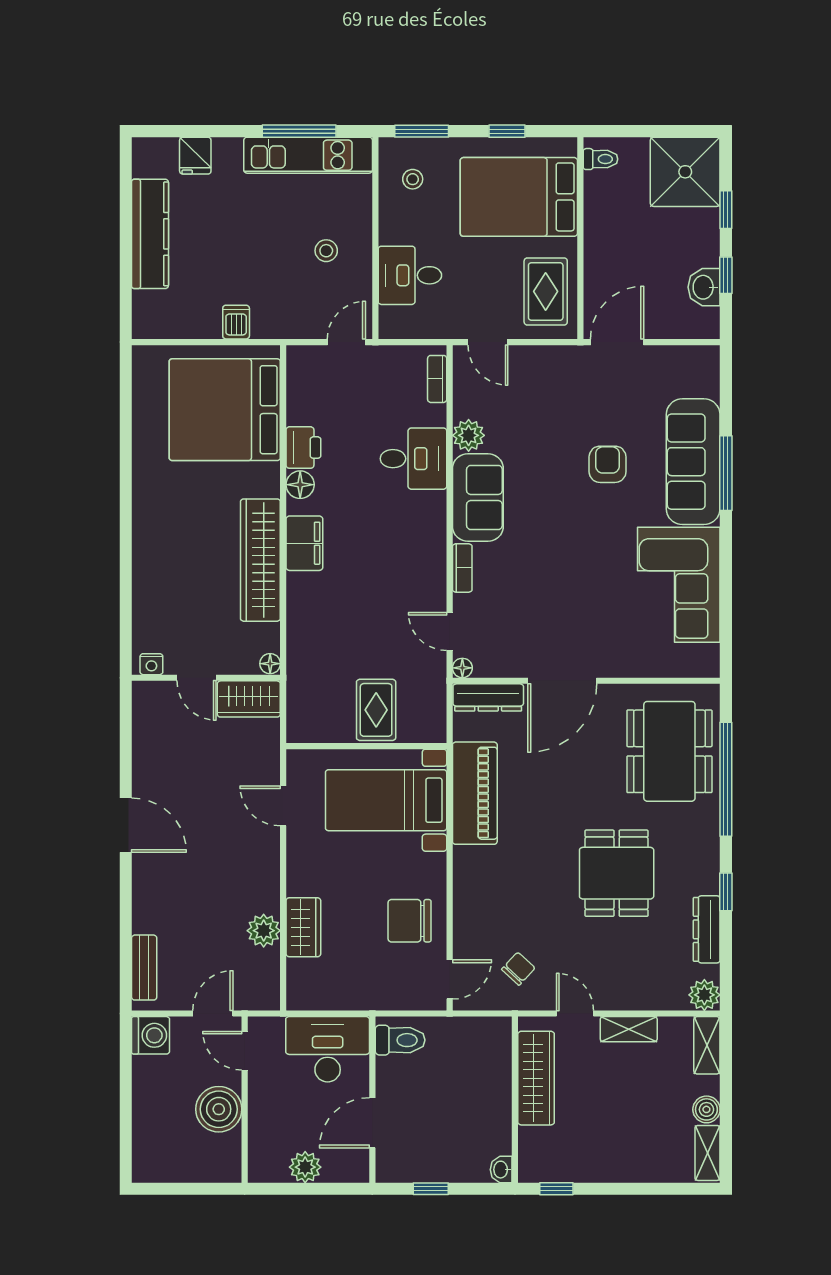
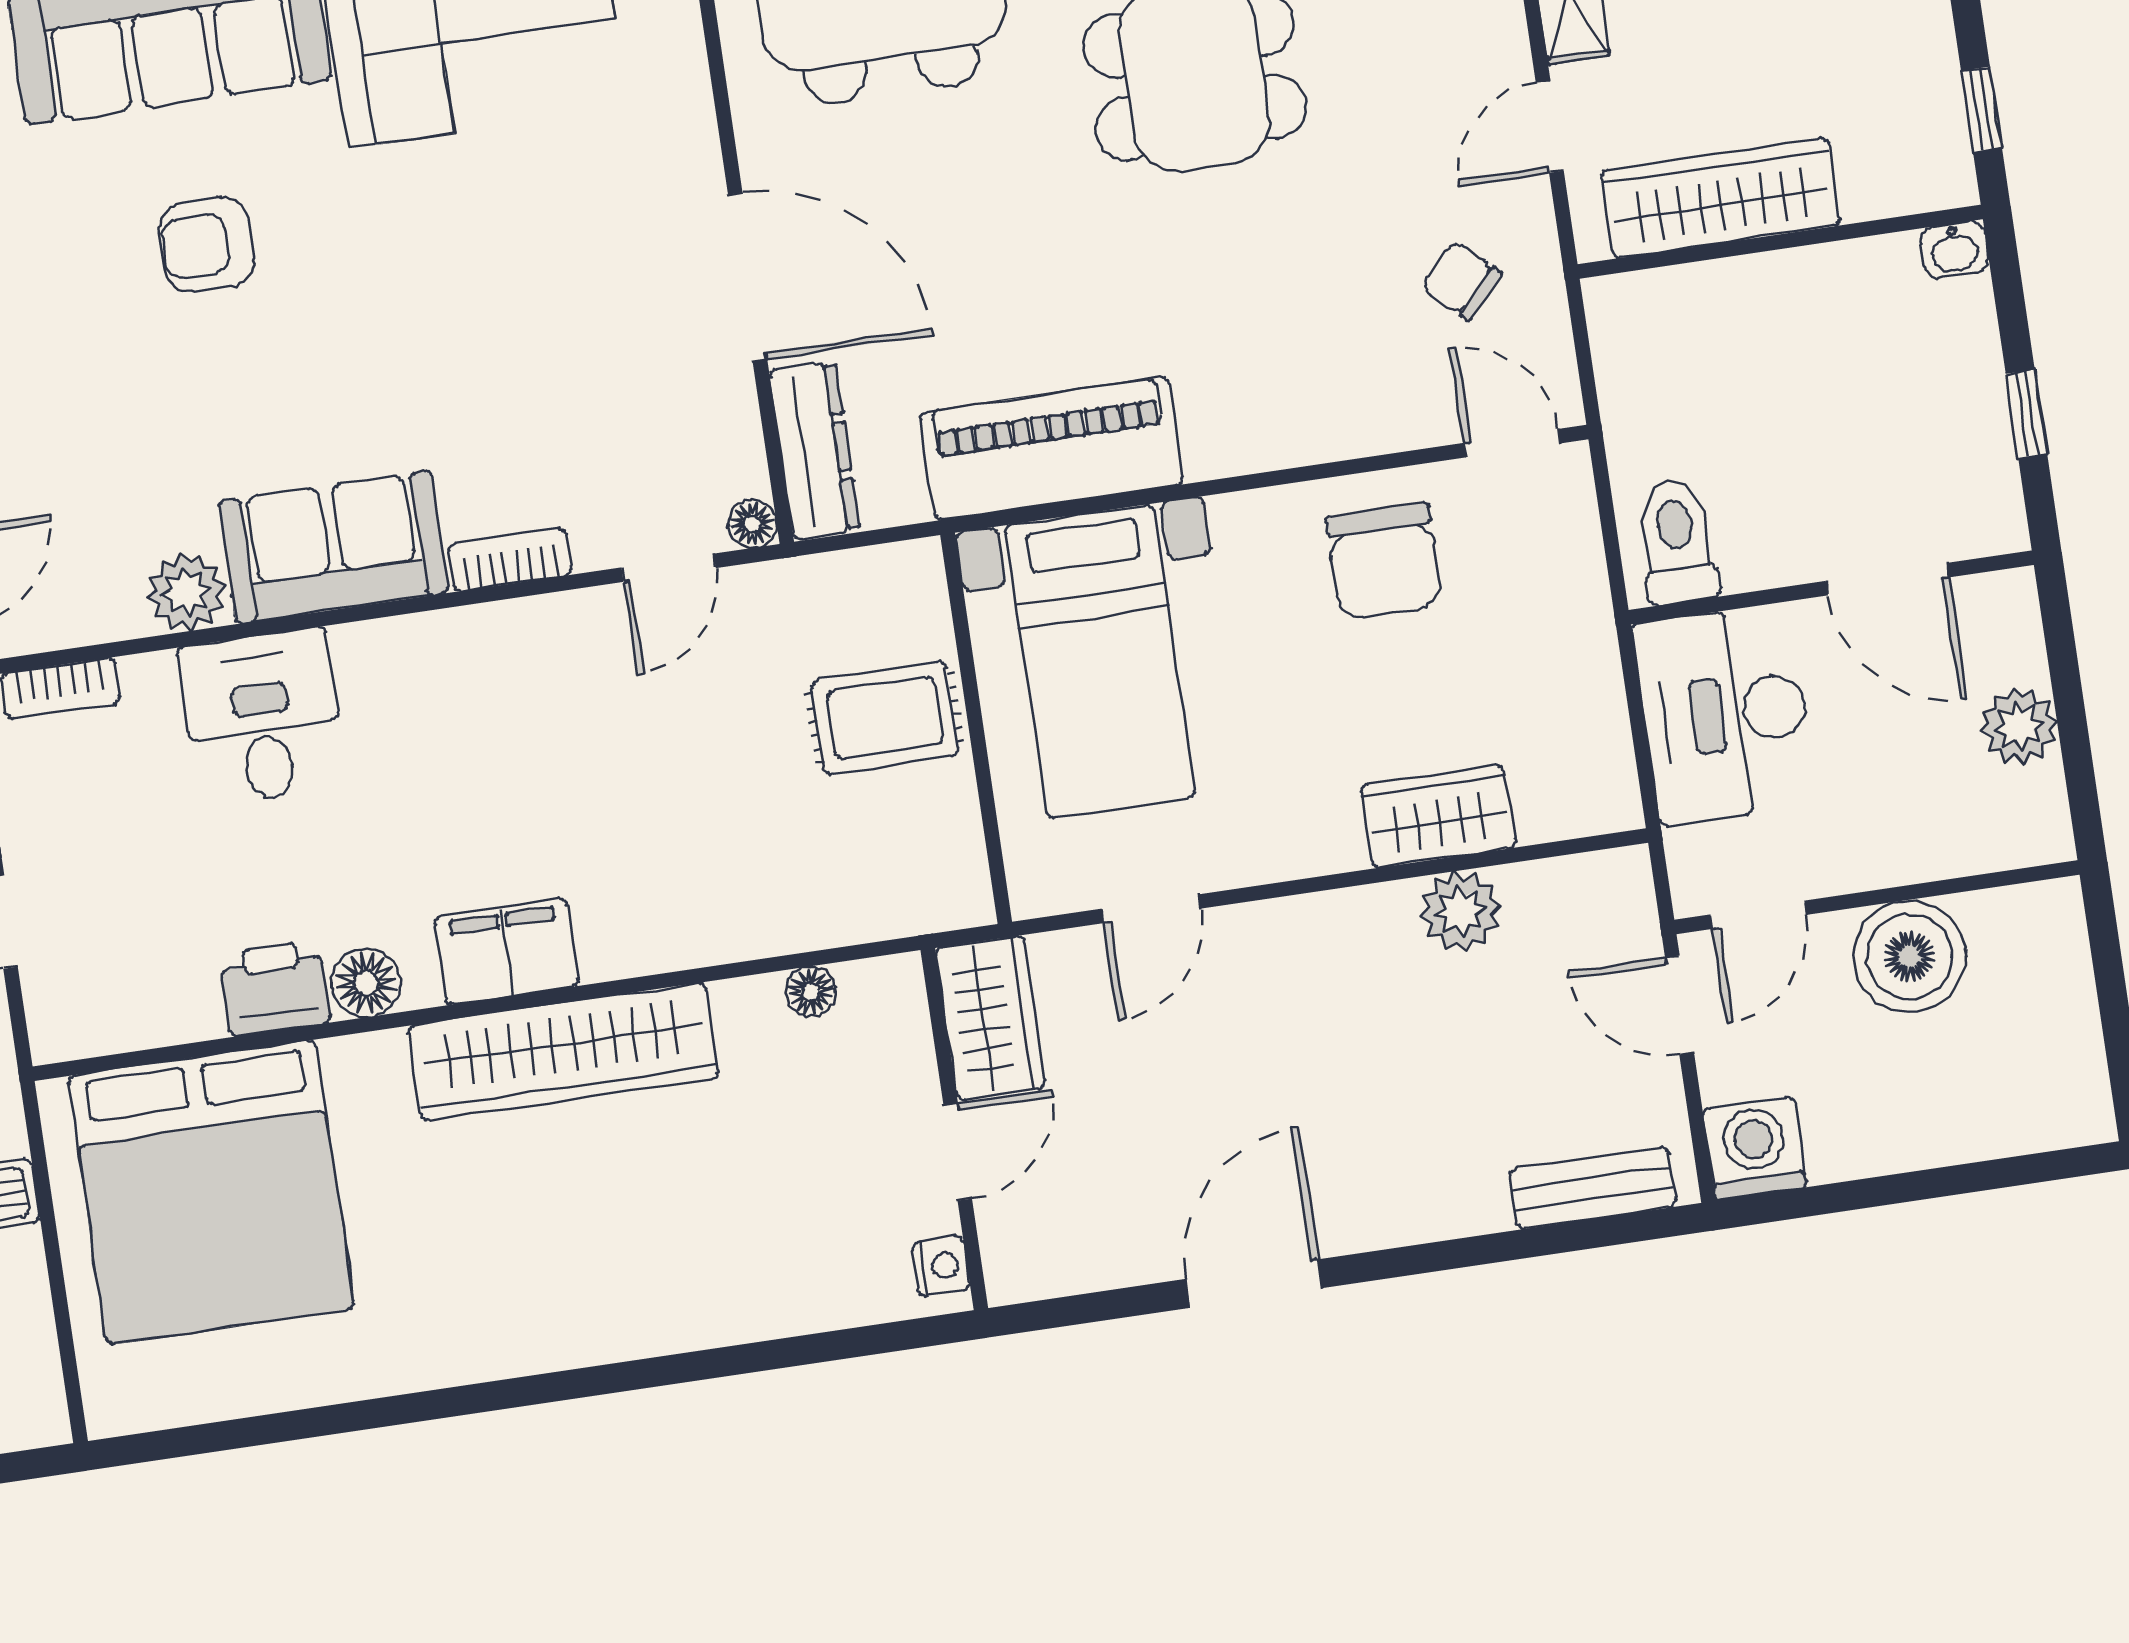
nightstand: (151, 664) -> (941, 1266), moved
door: (197, 678) -> (958, 1152), moved
wall: (206, 678) -> (954, 1129), moved
wardrobe: (249, 699) -> (990, 1018), moved

